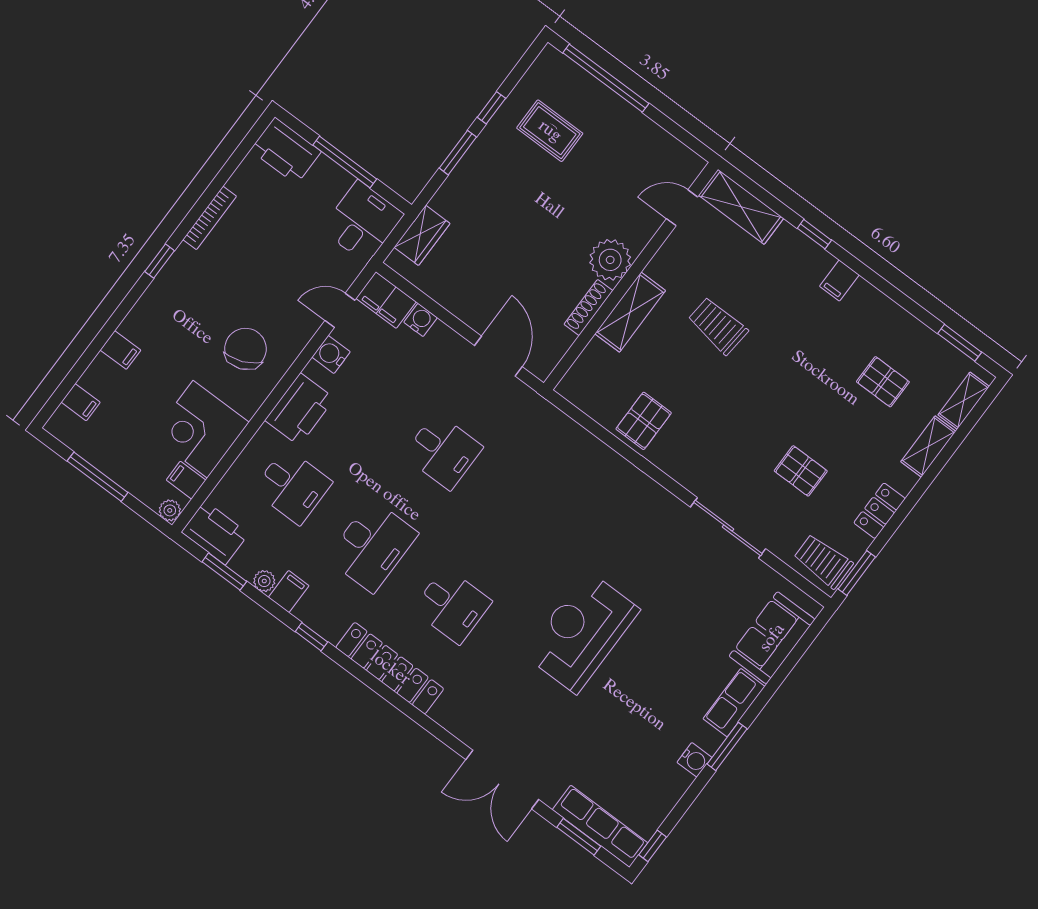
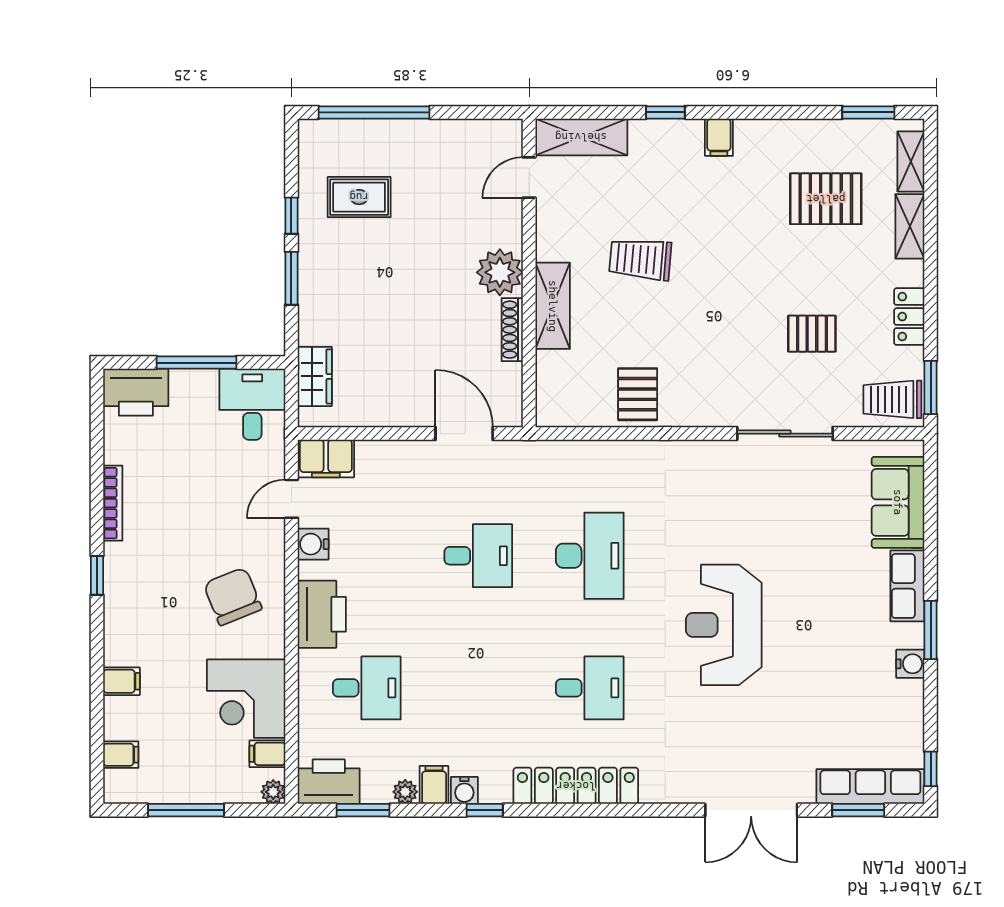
water cooler: (421, 320) -> (464, 790), moved, turned 180
pallet: (883, 382) -> (826, 199), width x1.50, depth x1.42
desk: (372, 546) -> (590, 556), moved

